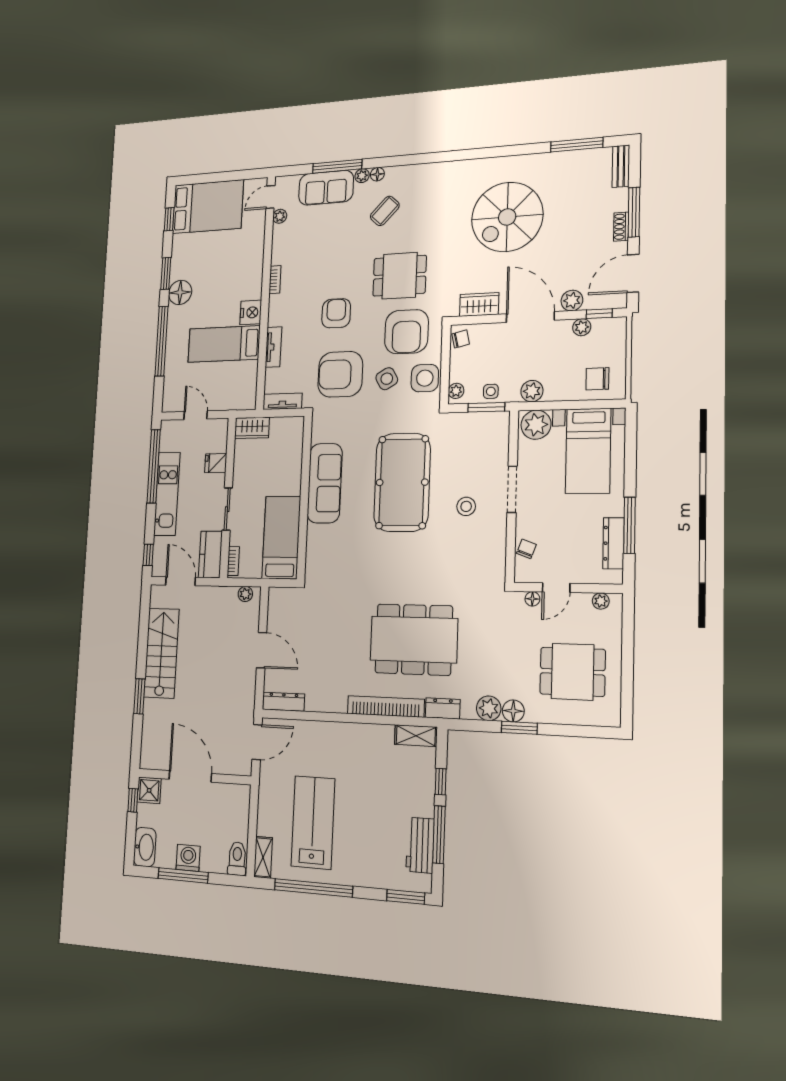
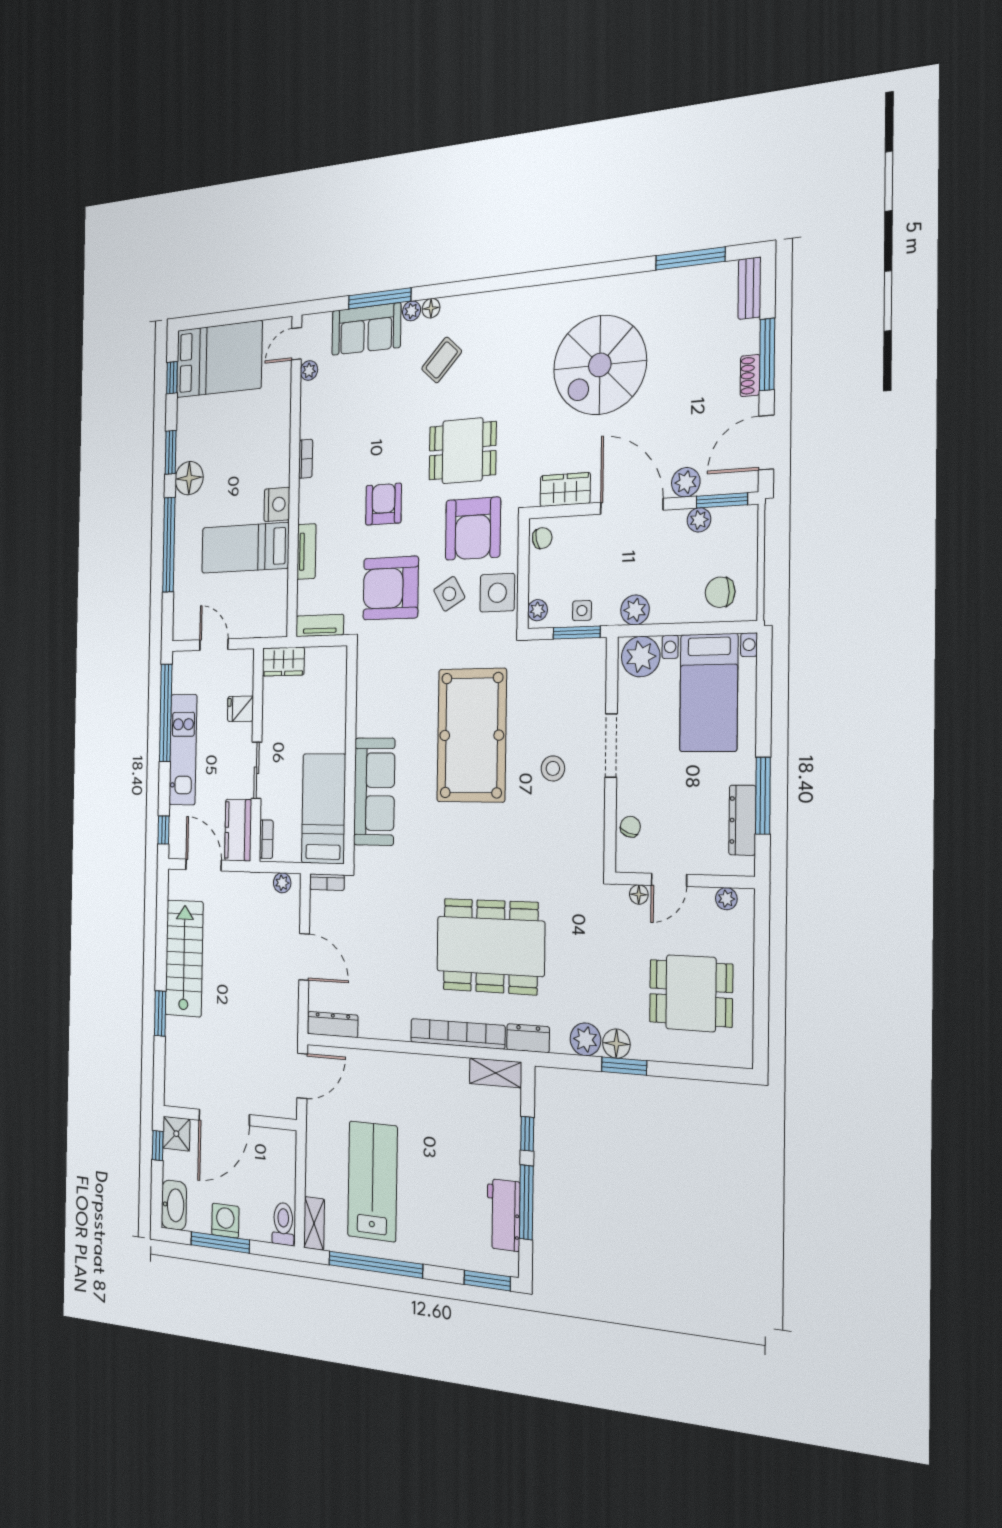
window: (599, 314) -> (722, 500), width x1.50
sofa: (325, 483) -> (374, 792), moved
bookcase: (282, 593) -> (327, 882), added
door: (190, 776) -> (224, 1117), swing flipped

